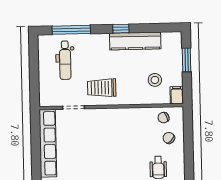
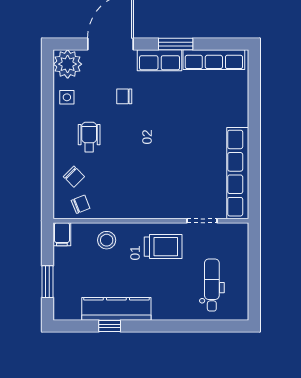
window: (121, 29) -> (110, 326), moved
window: (71, 30) -> (203, 326), removed
stool: (155, 80) -> (107, 240), moved

